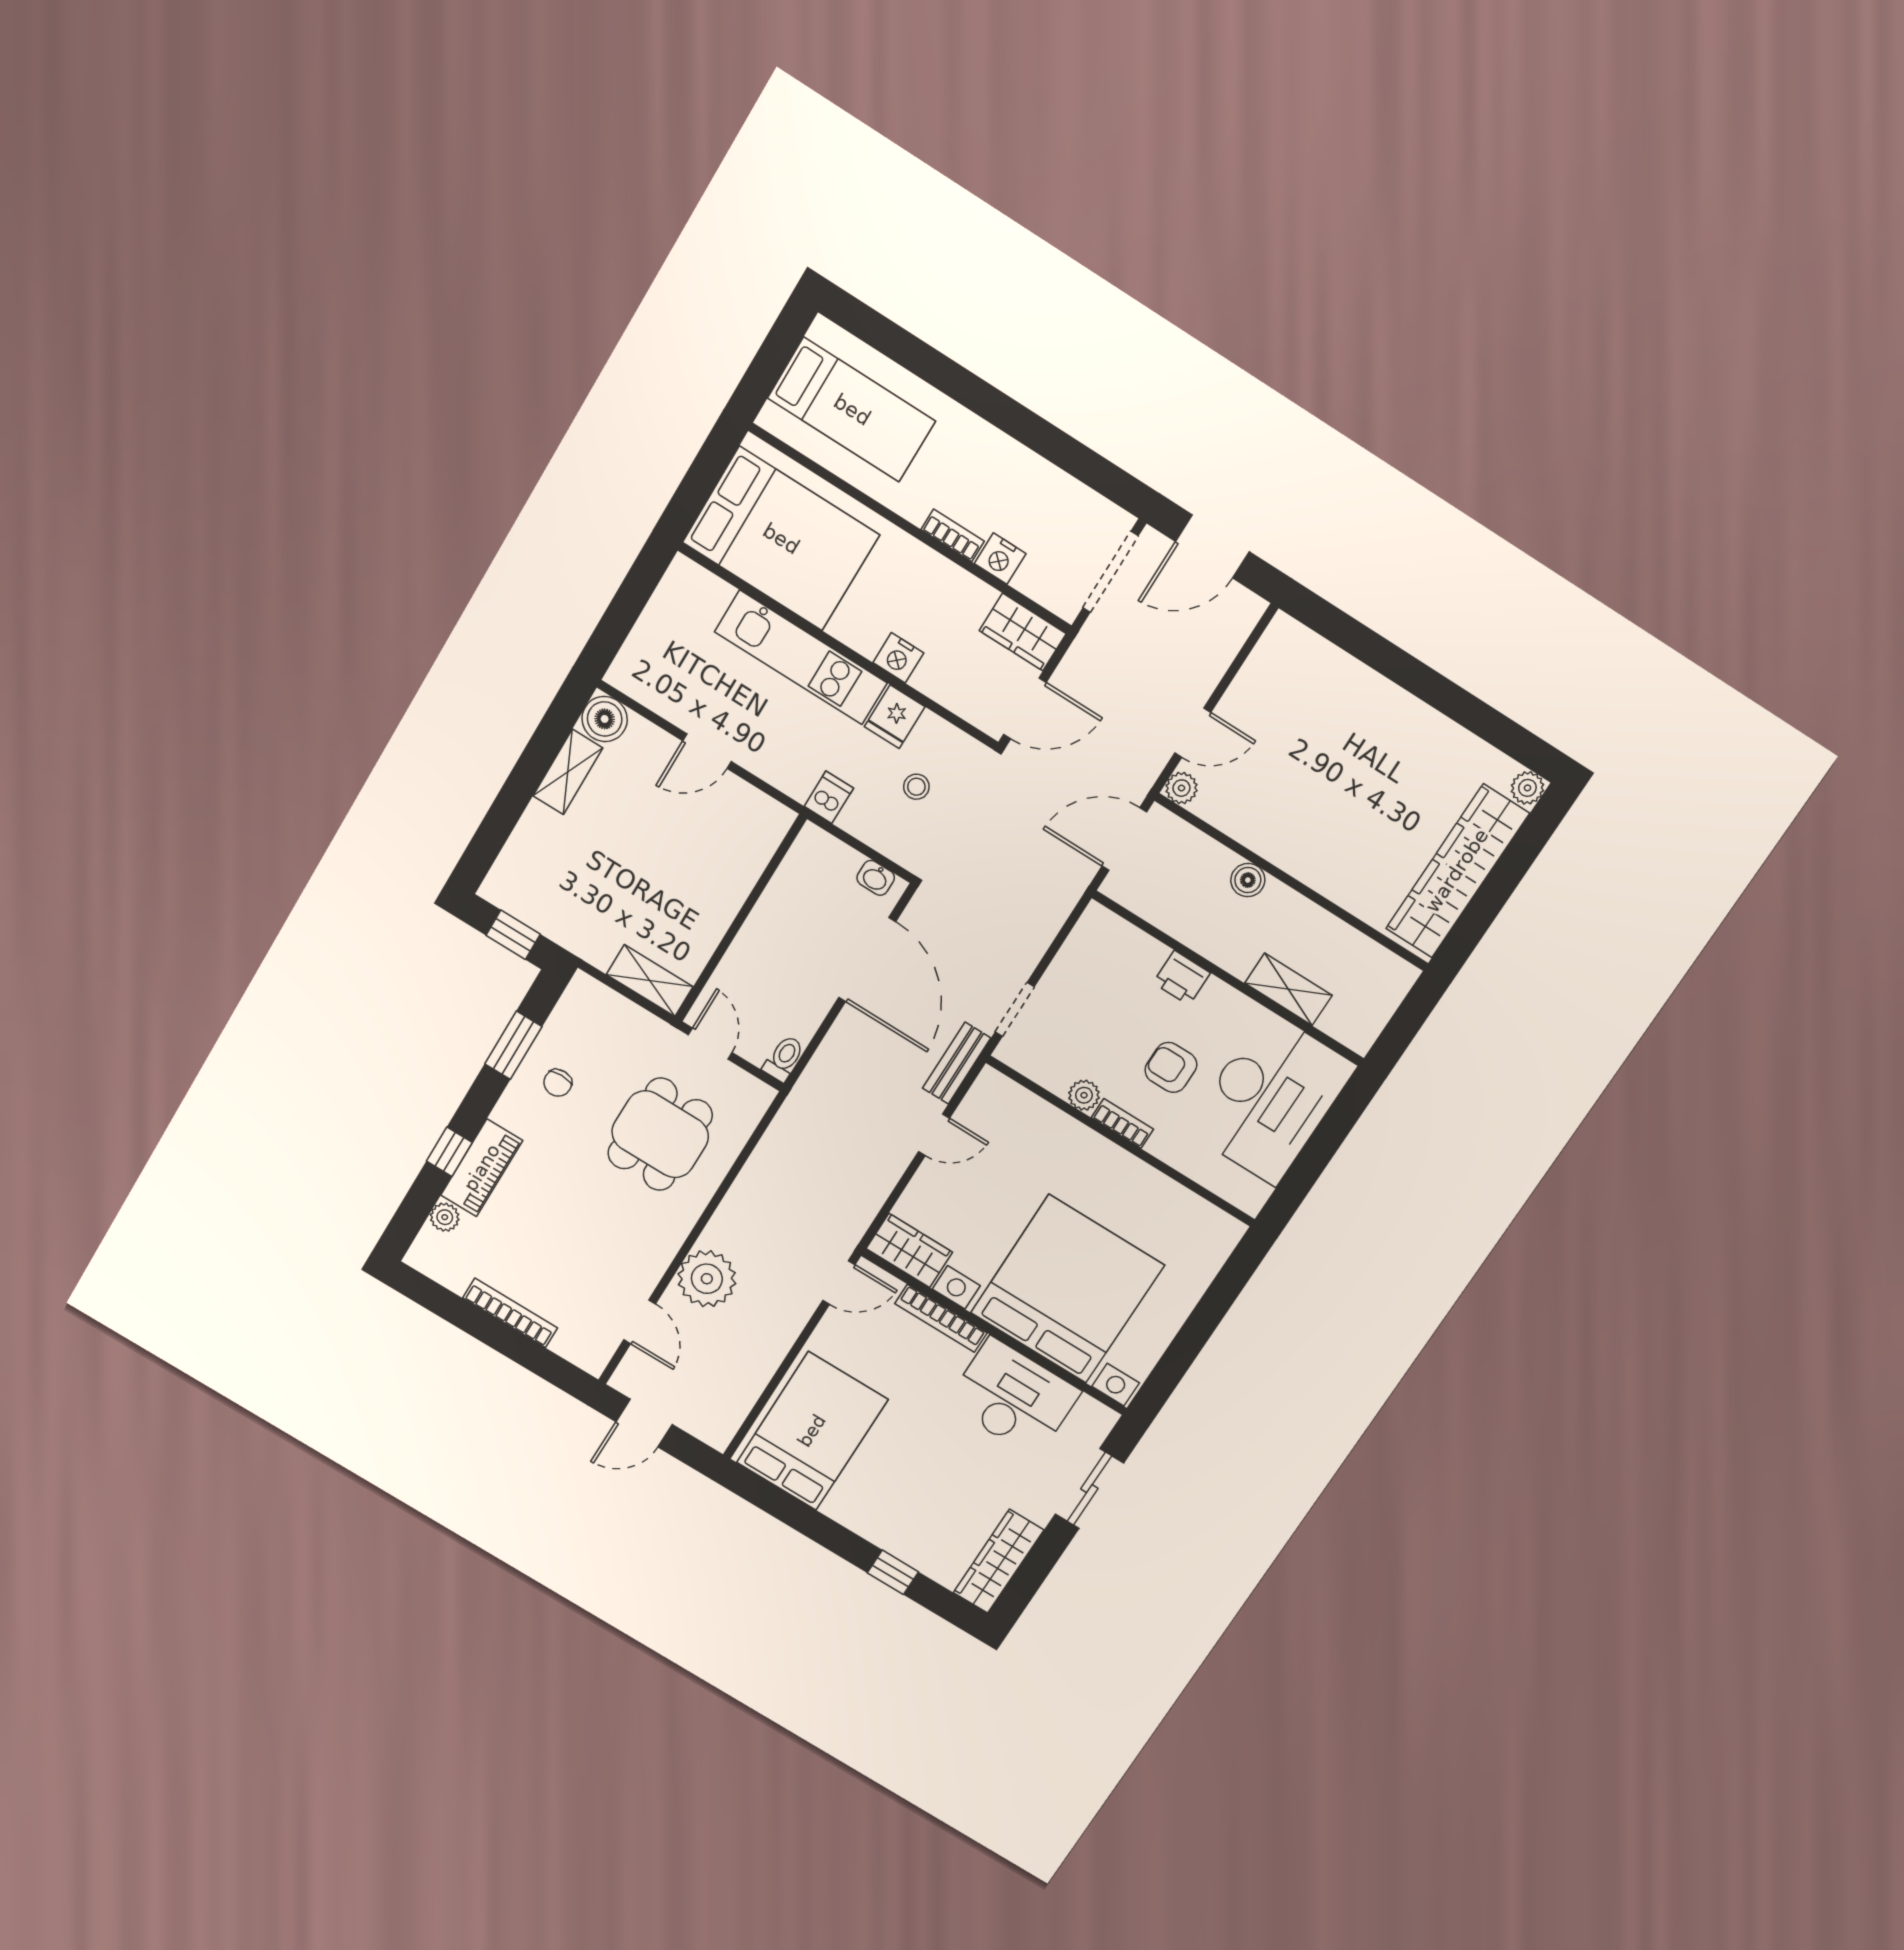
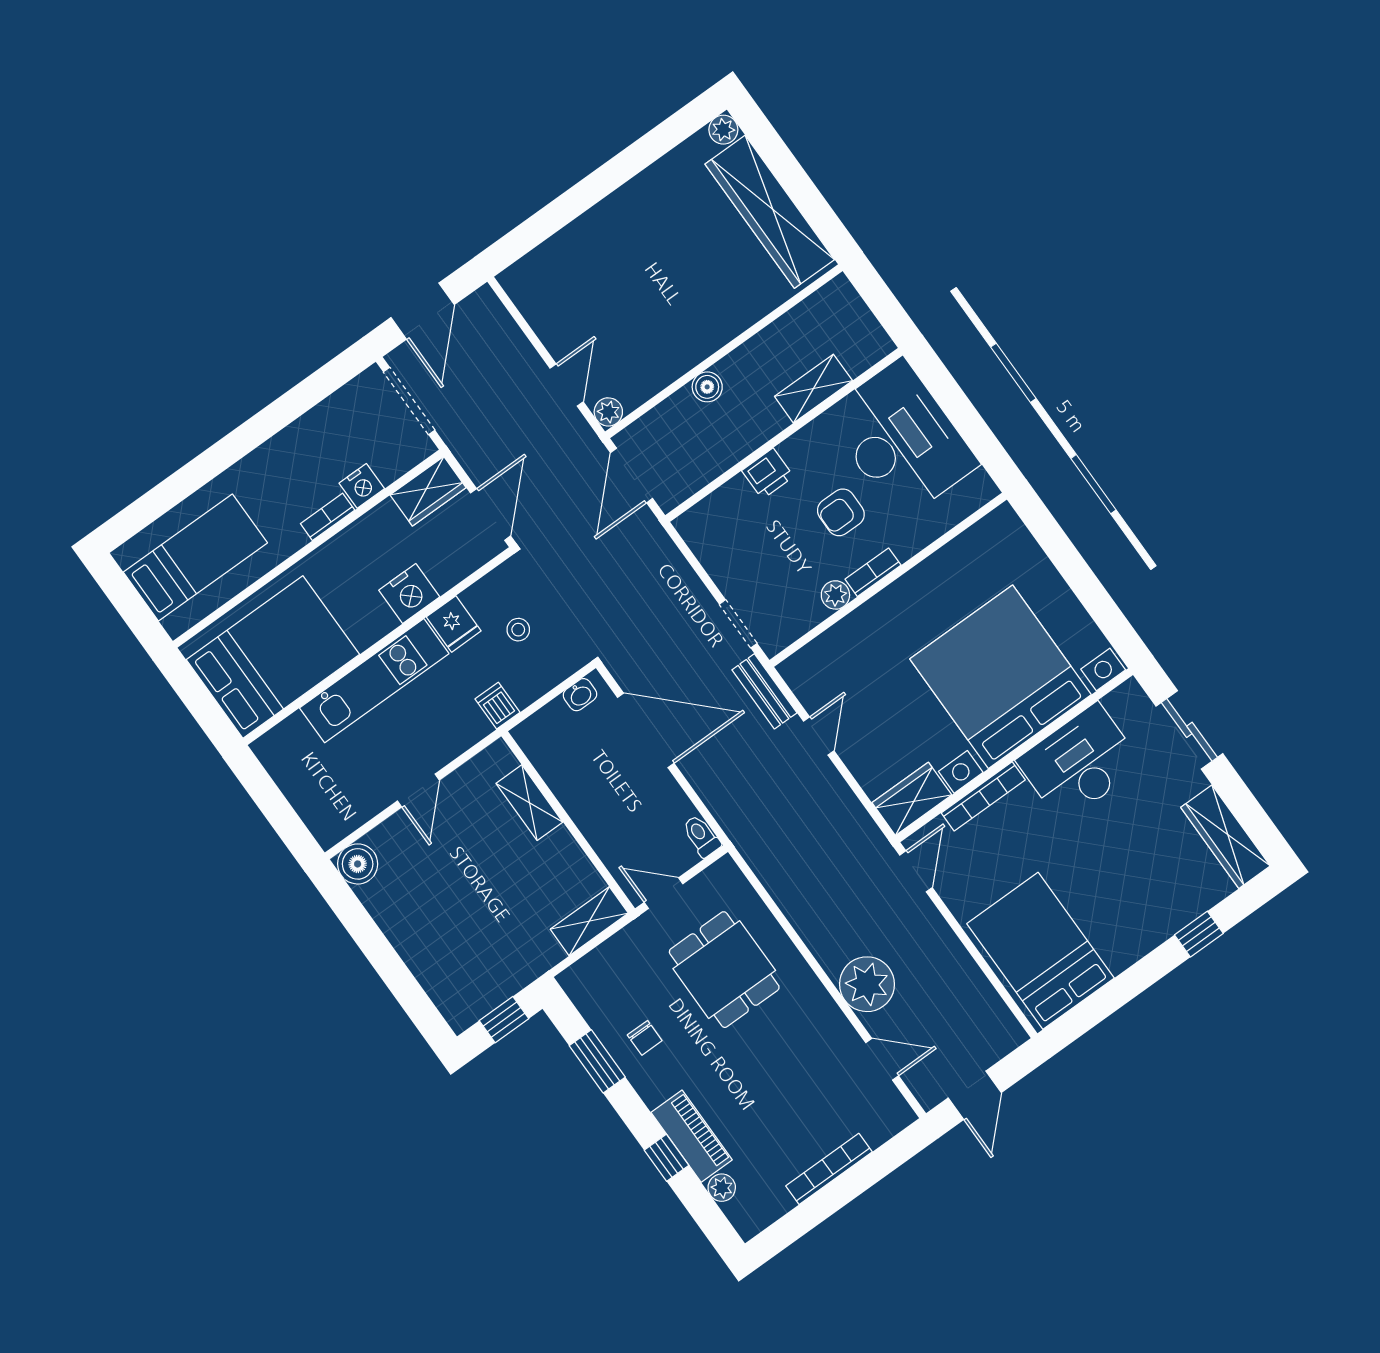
nightstand: (898, 658) -> (409, 594), width x1.36, depth x1.33
shelving: (568, 772) -> (529, 803), moved

